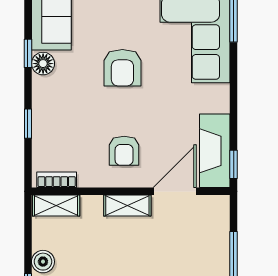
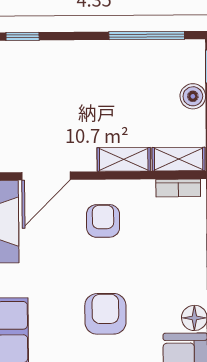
shelving: (127, 206) -> (124, 159), moved

